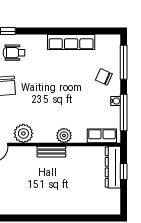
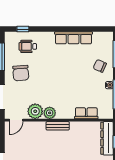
plant: (64, 135) -> (50, 113), moved
row of seats: (102, 136) -> (86, 113), moved

